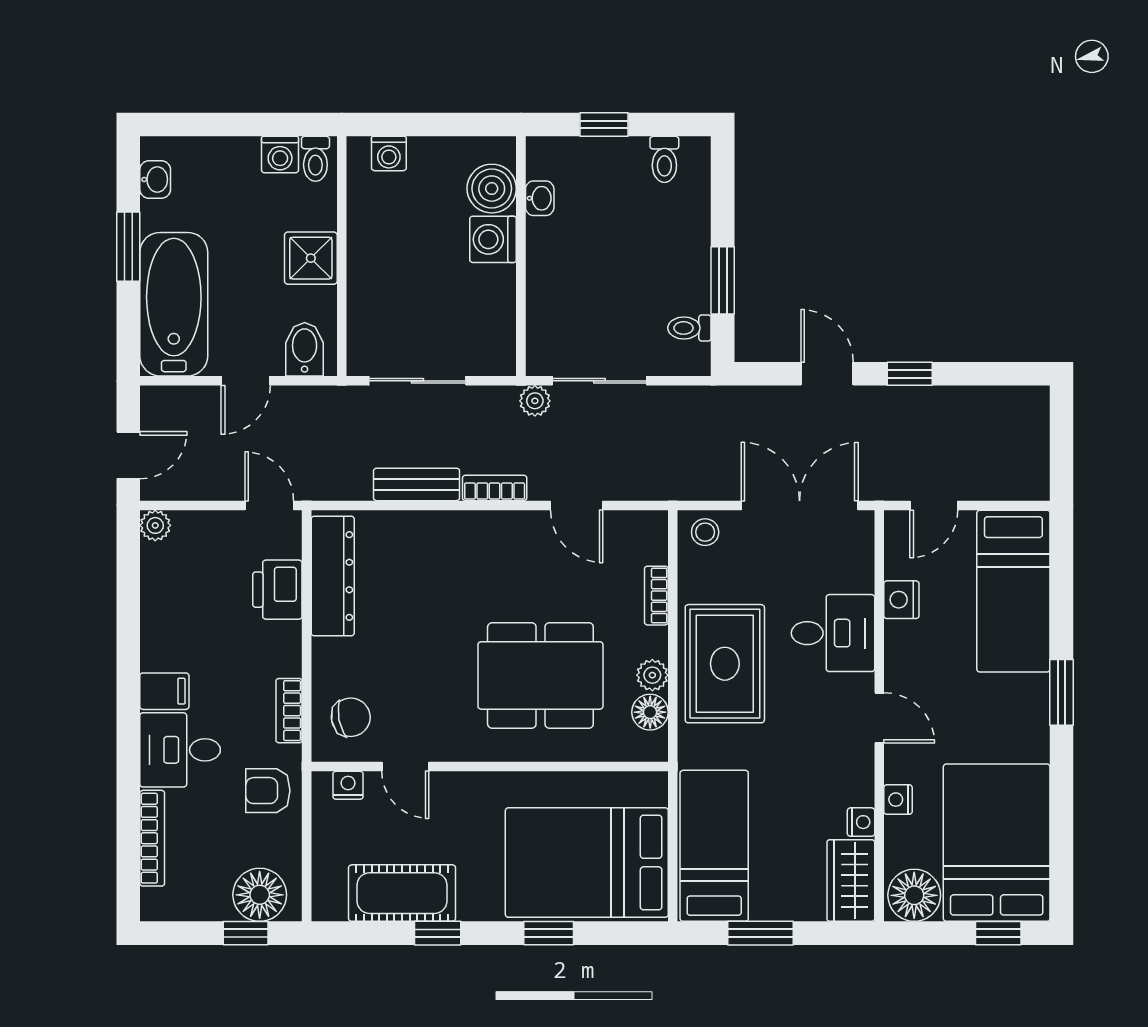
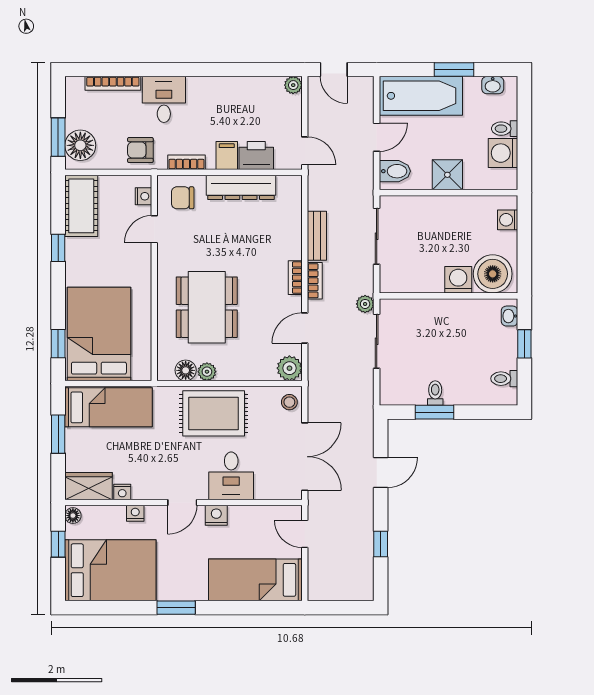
washing machine: (280, 155) -> (503, 153), width x1.38, depth x1.38
toilet: (315, 159) -> (505, 129), moved
boiler: (492, 189) -> (493, 274), width x1.37, depth x1.37
washbasin: (540, 198) -> (510, 316), moved, turned 90
toilet: (689, 328) -> (435, 393), moved
window: (910, 374) -> (381, 544), moved
door: (246, 381) -> (377, 137), swing flipped
door: (269, 505) -> (305, 151), hinge flipped
plant: (646, 532) -> (289, 368), added
dresser: (333, 576) -> (241, 187), moved
bookcase: (656, 596) -> (295, 278), moved, turned -90
nightstand: (901, 600) -> (216, 515), moved
filing cabinet: (164, 691) -> (227, 156), moved, turned 180
window: (1062, 692) -> (176, 608), moved
chair: (351, 717) -> (183, 198), turned 101
armchair: (268, 791) -> (140, 150), turned -90
cot: (402, 893) -> (81, 206), moved
floor lamp: (914, 895) -> (73, 516), width x0.53, depth x0.53
window: (246, 933) -> (58, 137), width x1.50
window: (549, 933) -> (58, 344), moved
window: (998, 933) -> (58, 544), moved

